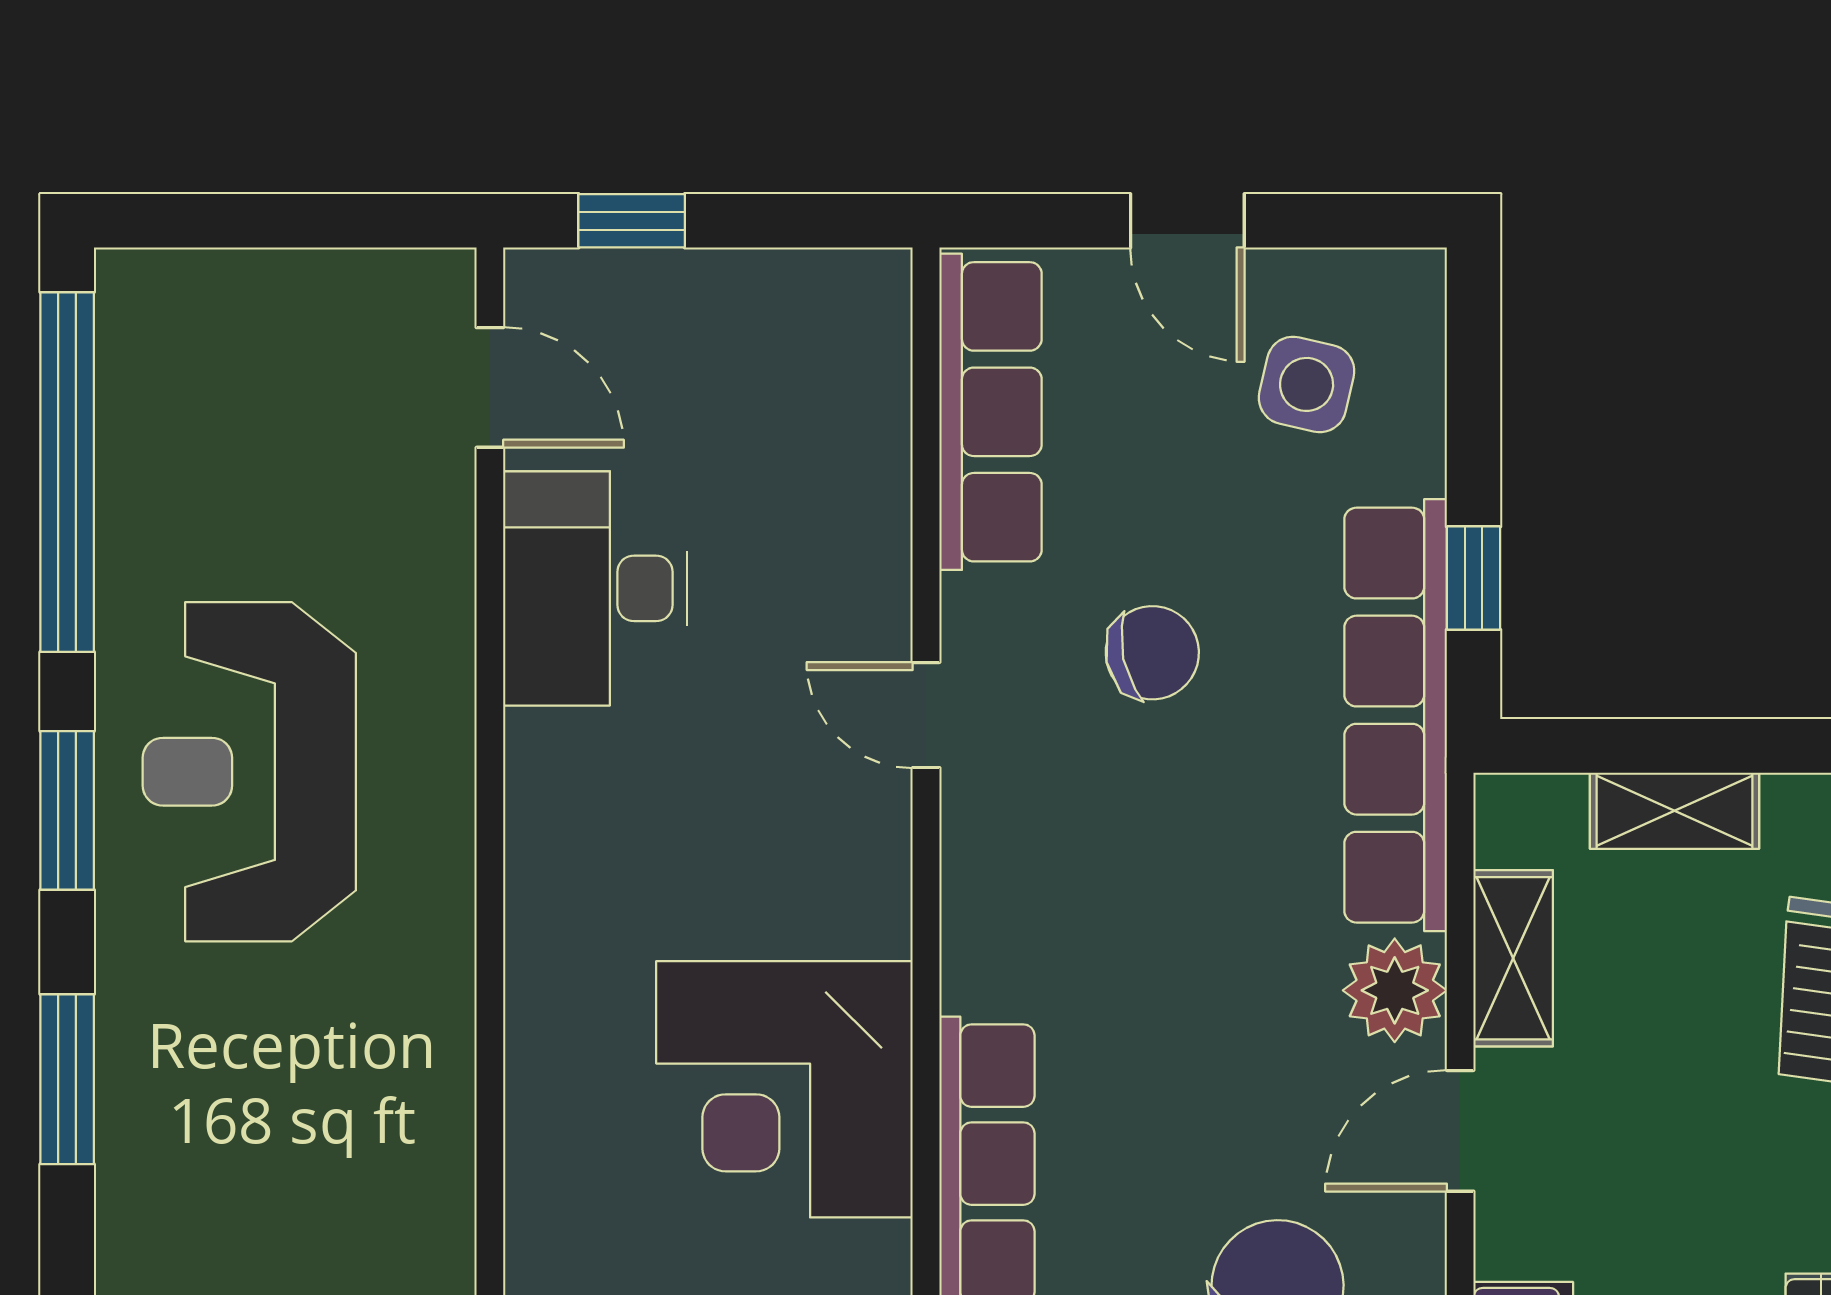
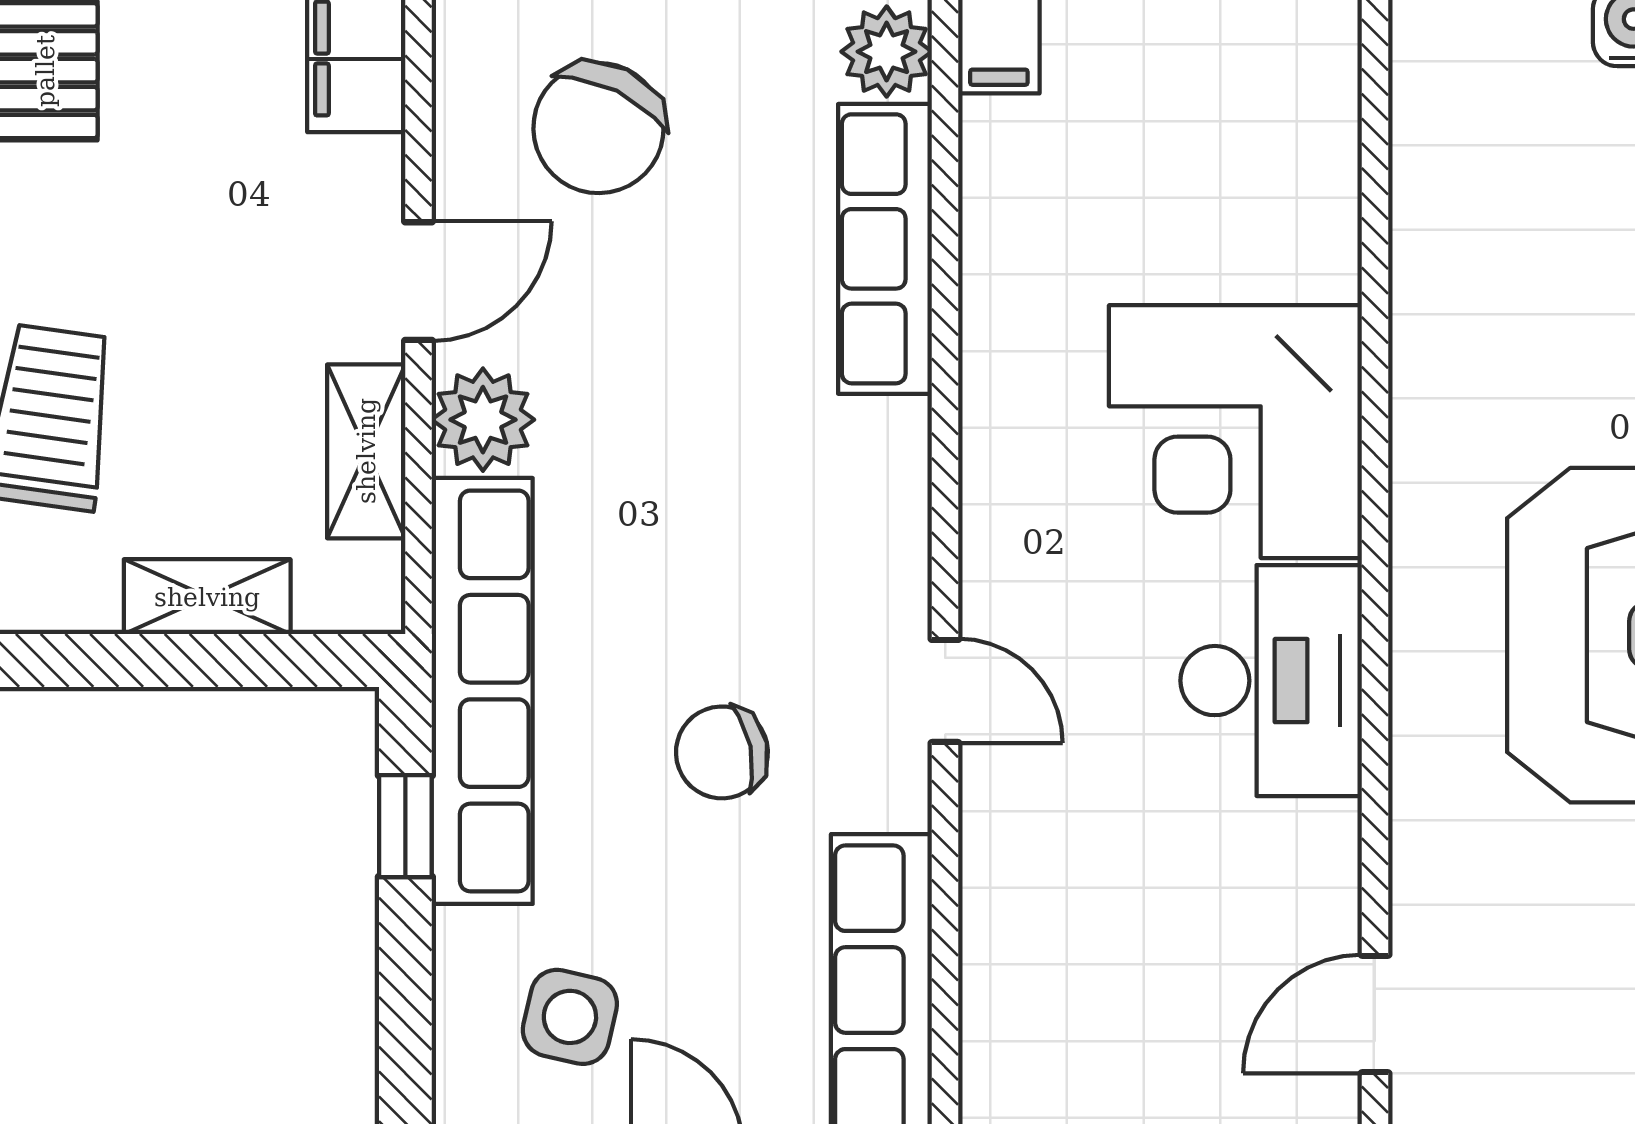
door: (490, 387) -> (1375, 1014), hinge flipped
desk: (595, 588) -> (1271, 681), moved
corner desk: (784, 1089) -> (1235, 432), moved, turned 180

